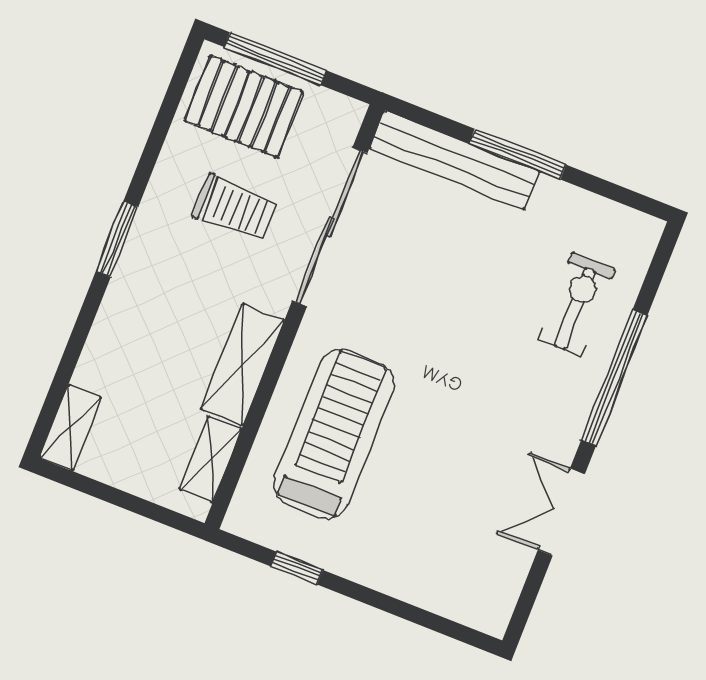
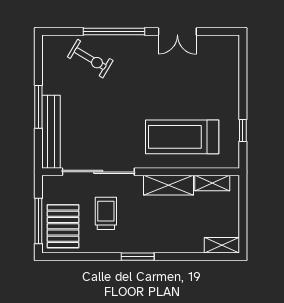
exercise bike: (577, 304) -> (90, 59), turned -149

